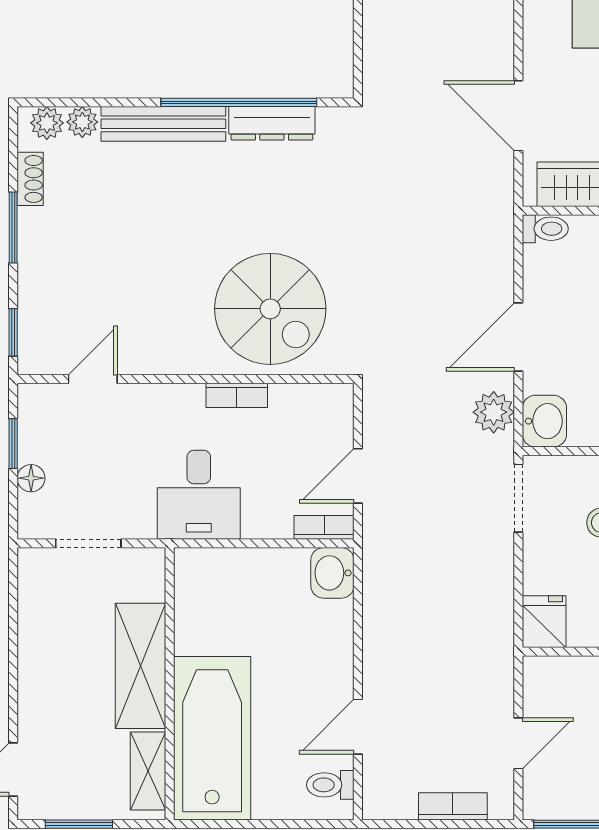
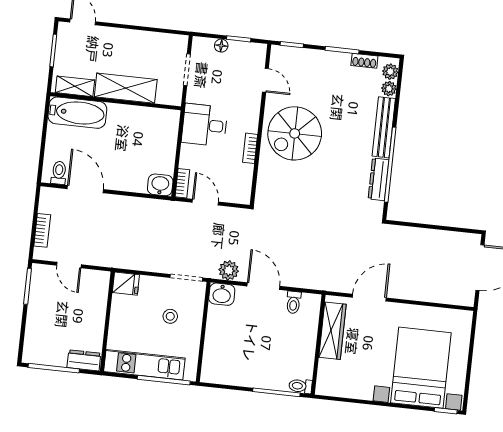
toilet: (545, 229) -> (293, 302), moved
spiral stairs: (270, 309) -> (295, 133), moved
door: (358, 727) -> (85, 189), width x1.38
bathtub: (212, 738) -> (77, 113), width x0.73, depth x0.73

